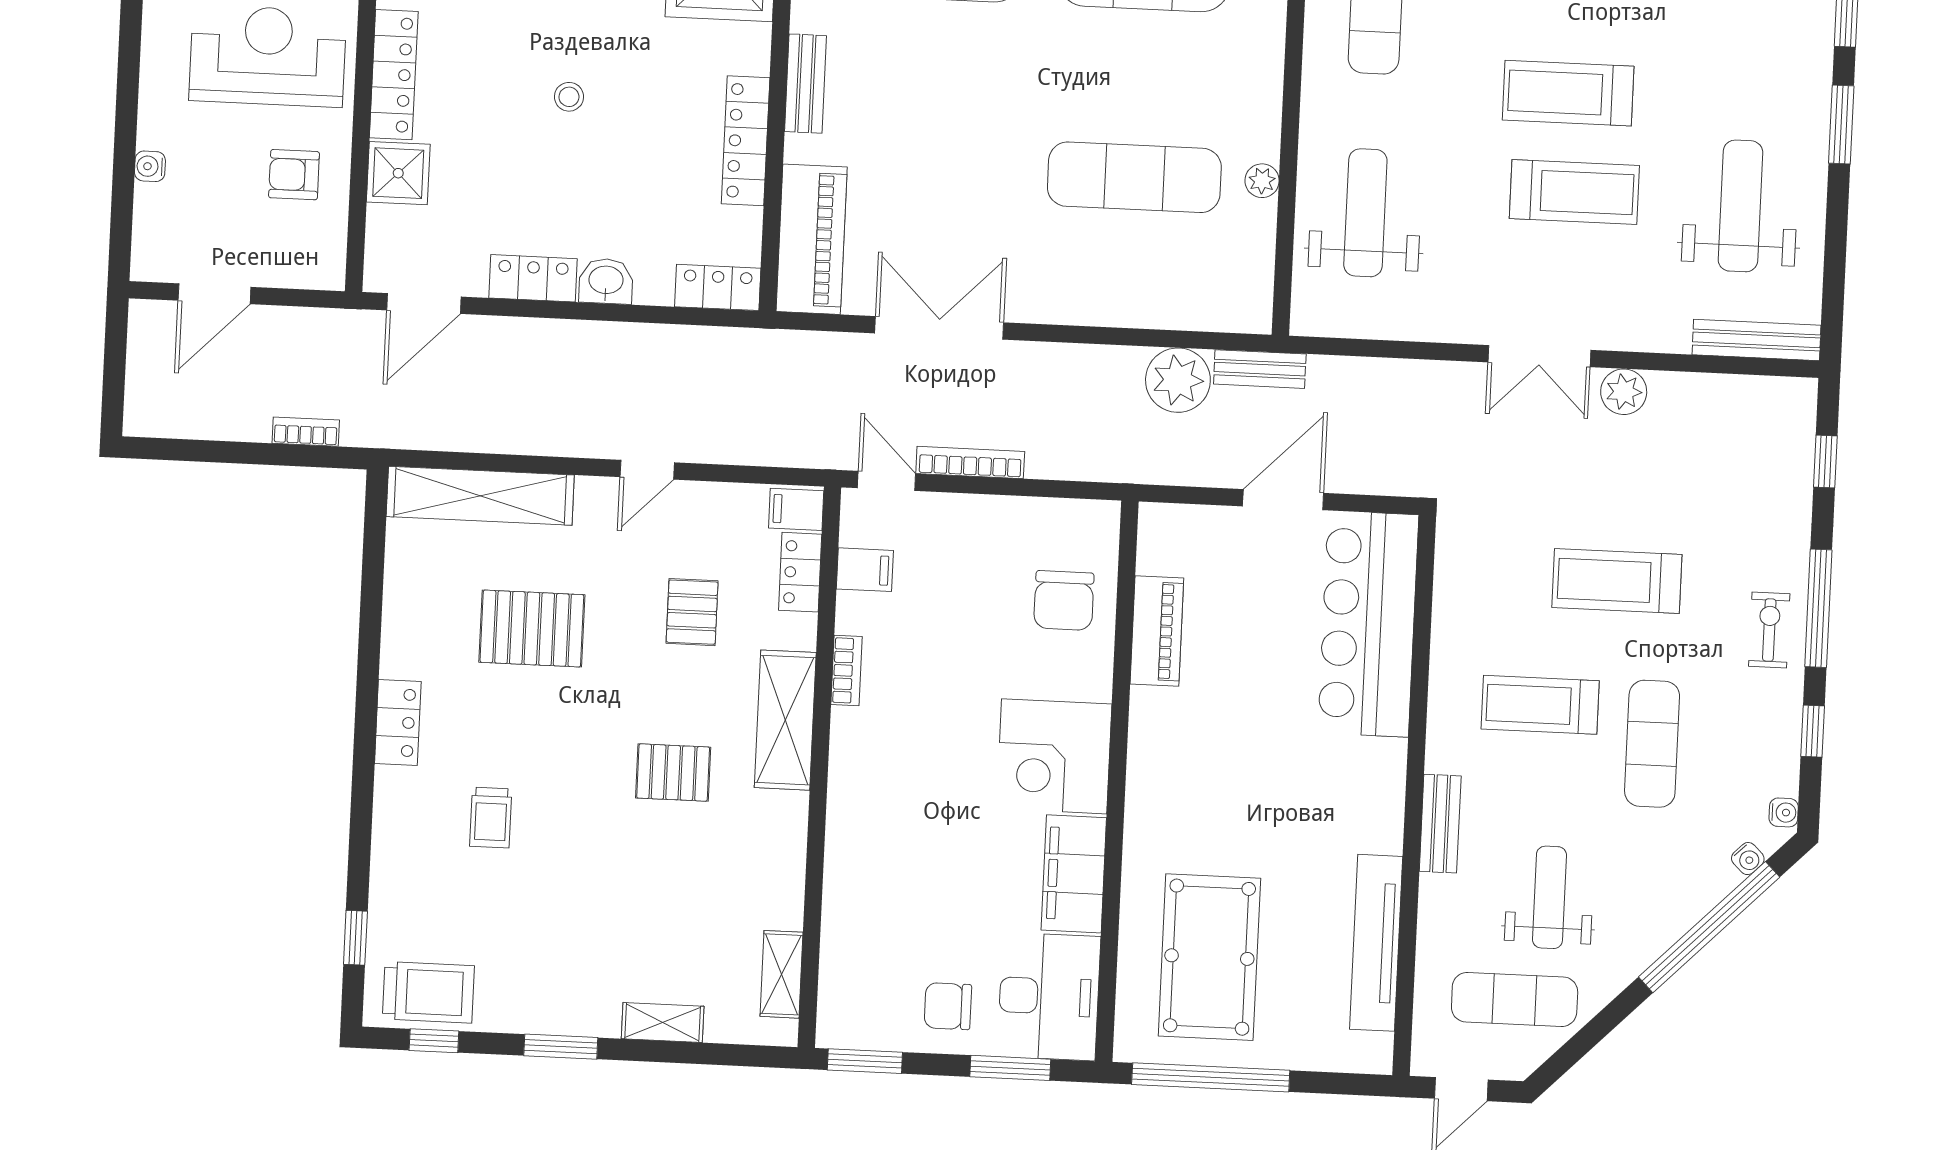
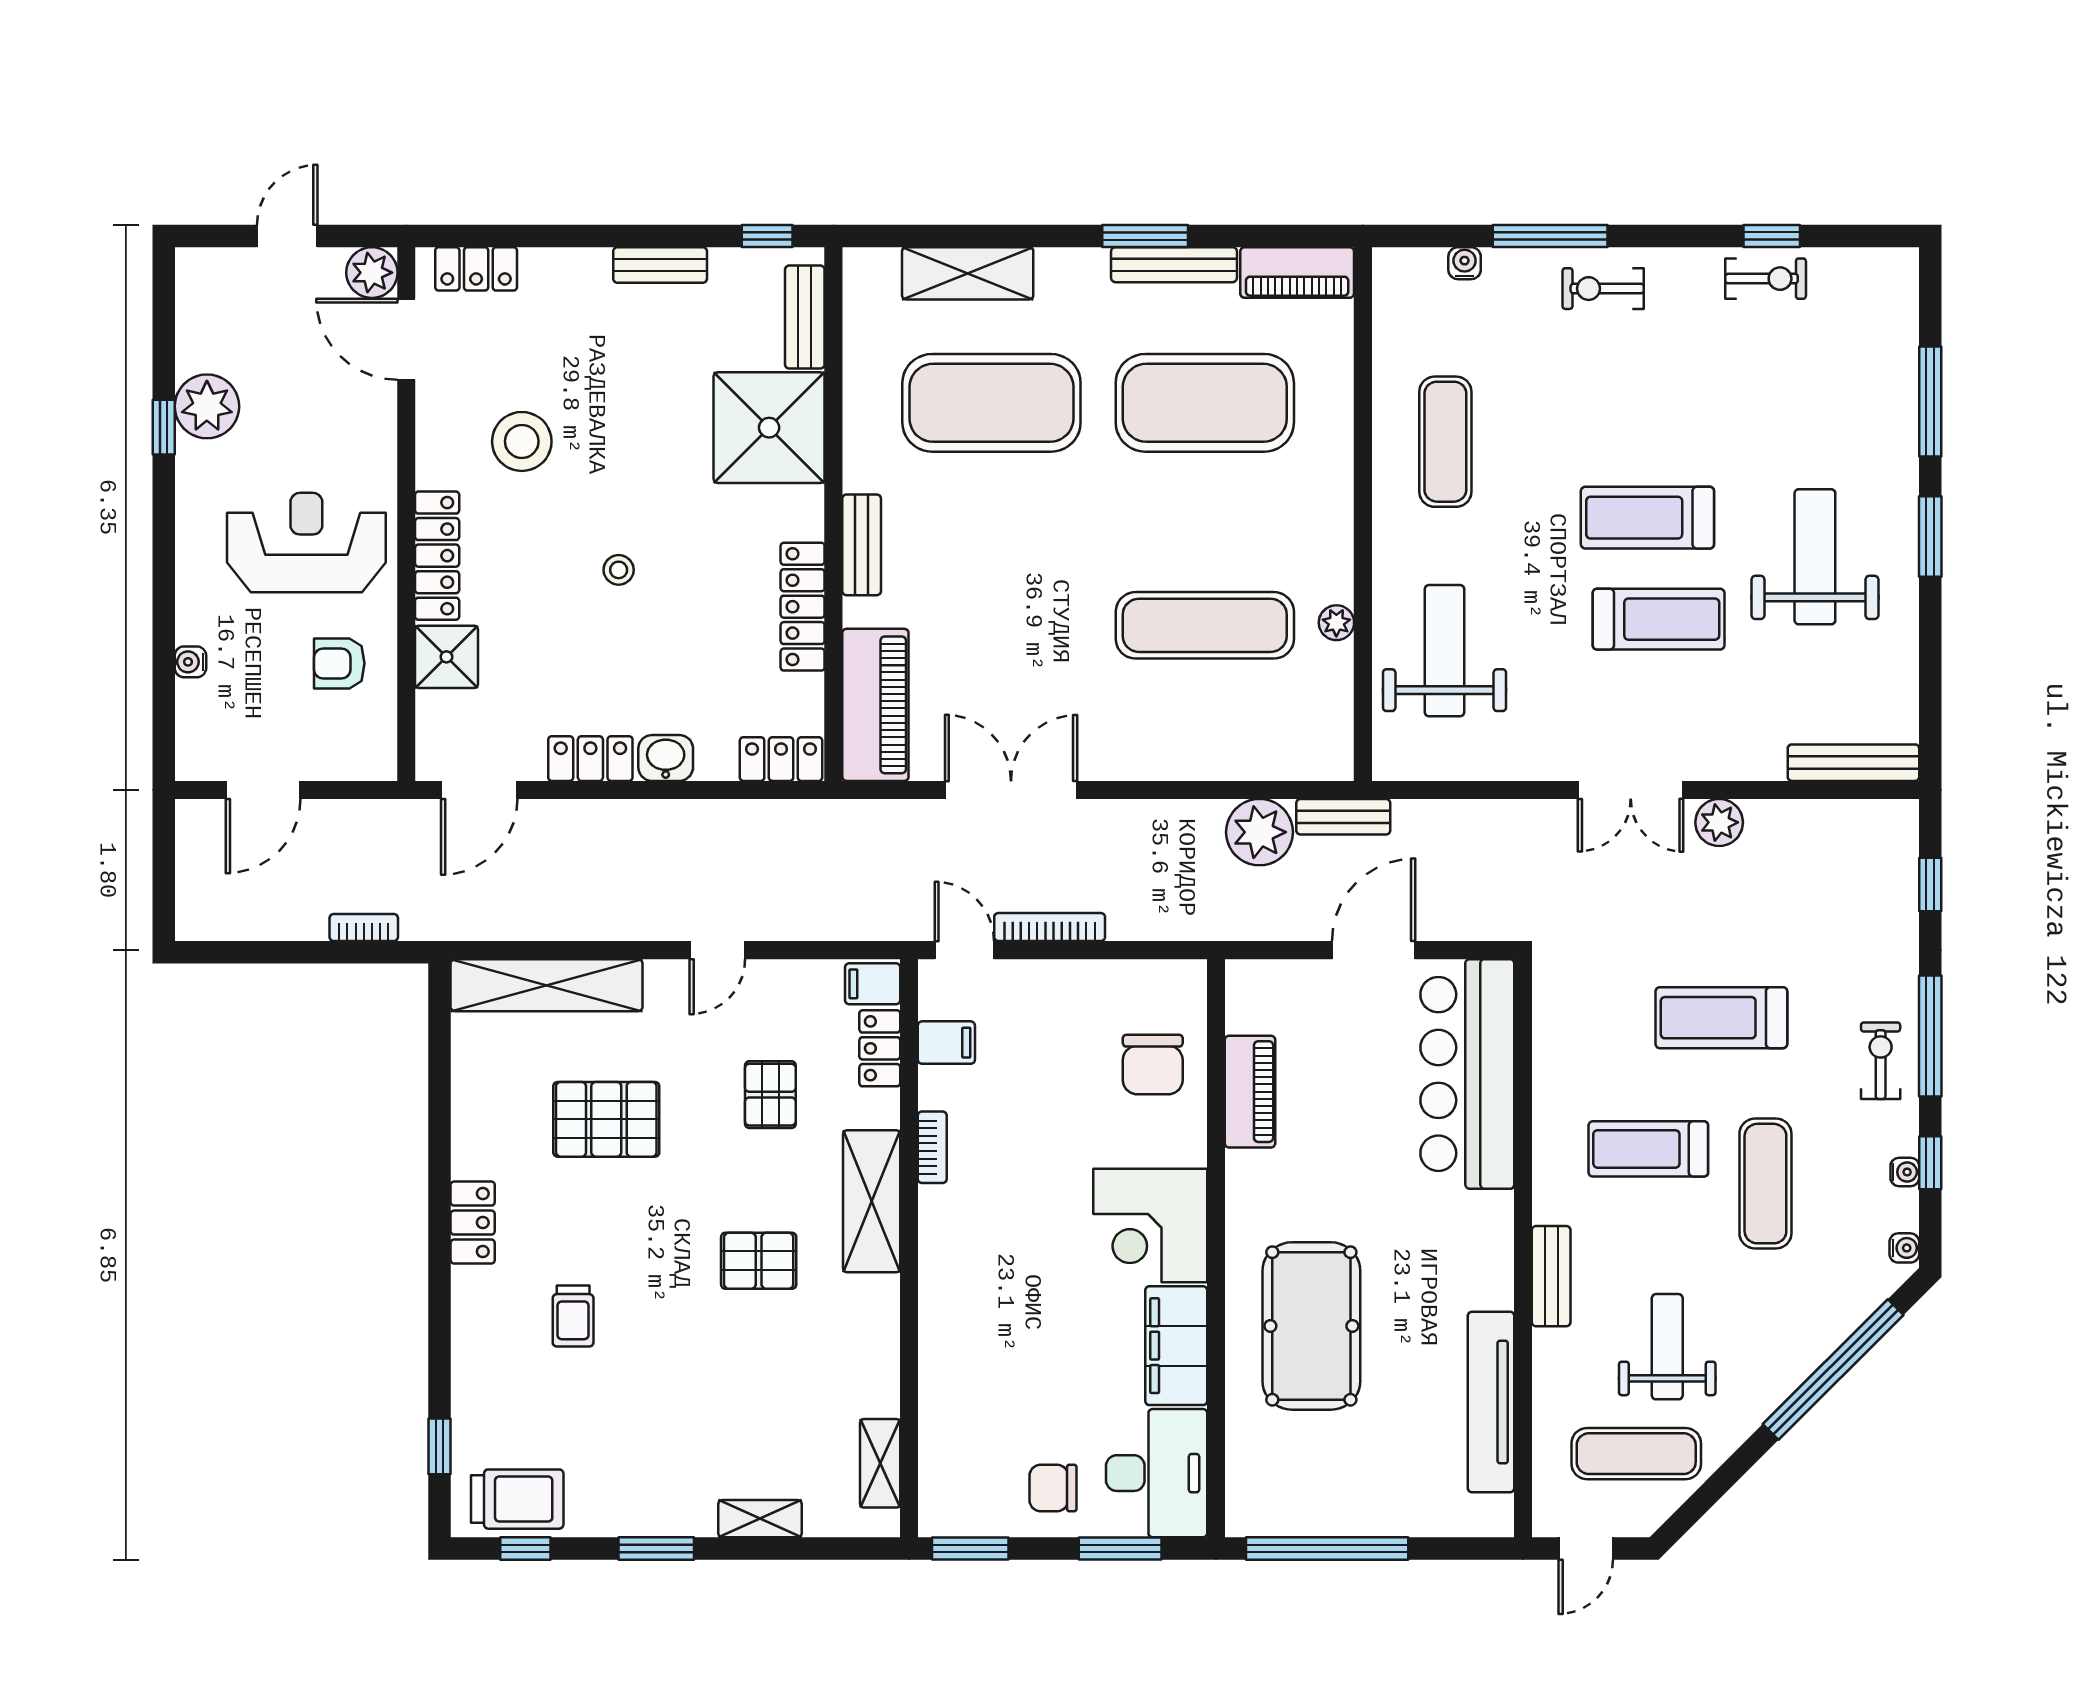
weight bench: (1740, 206) -> (1815, 557), moved
water cooler: (1748, 859) -> (1905, 1172), moved, turned -45
pool table: (1209, 957) -> (1311, 1326), moved

